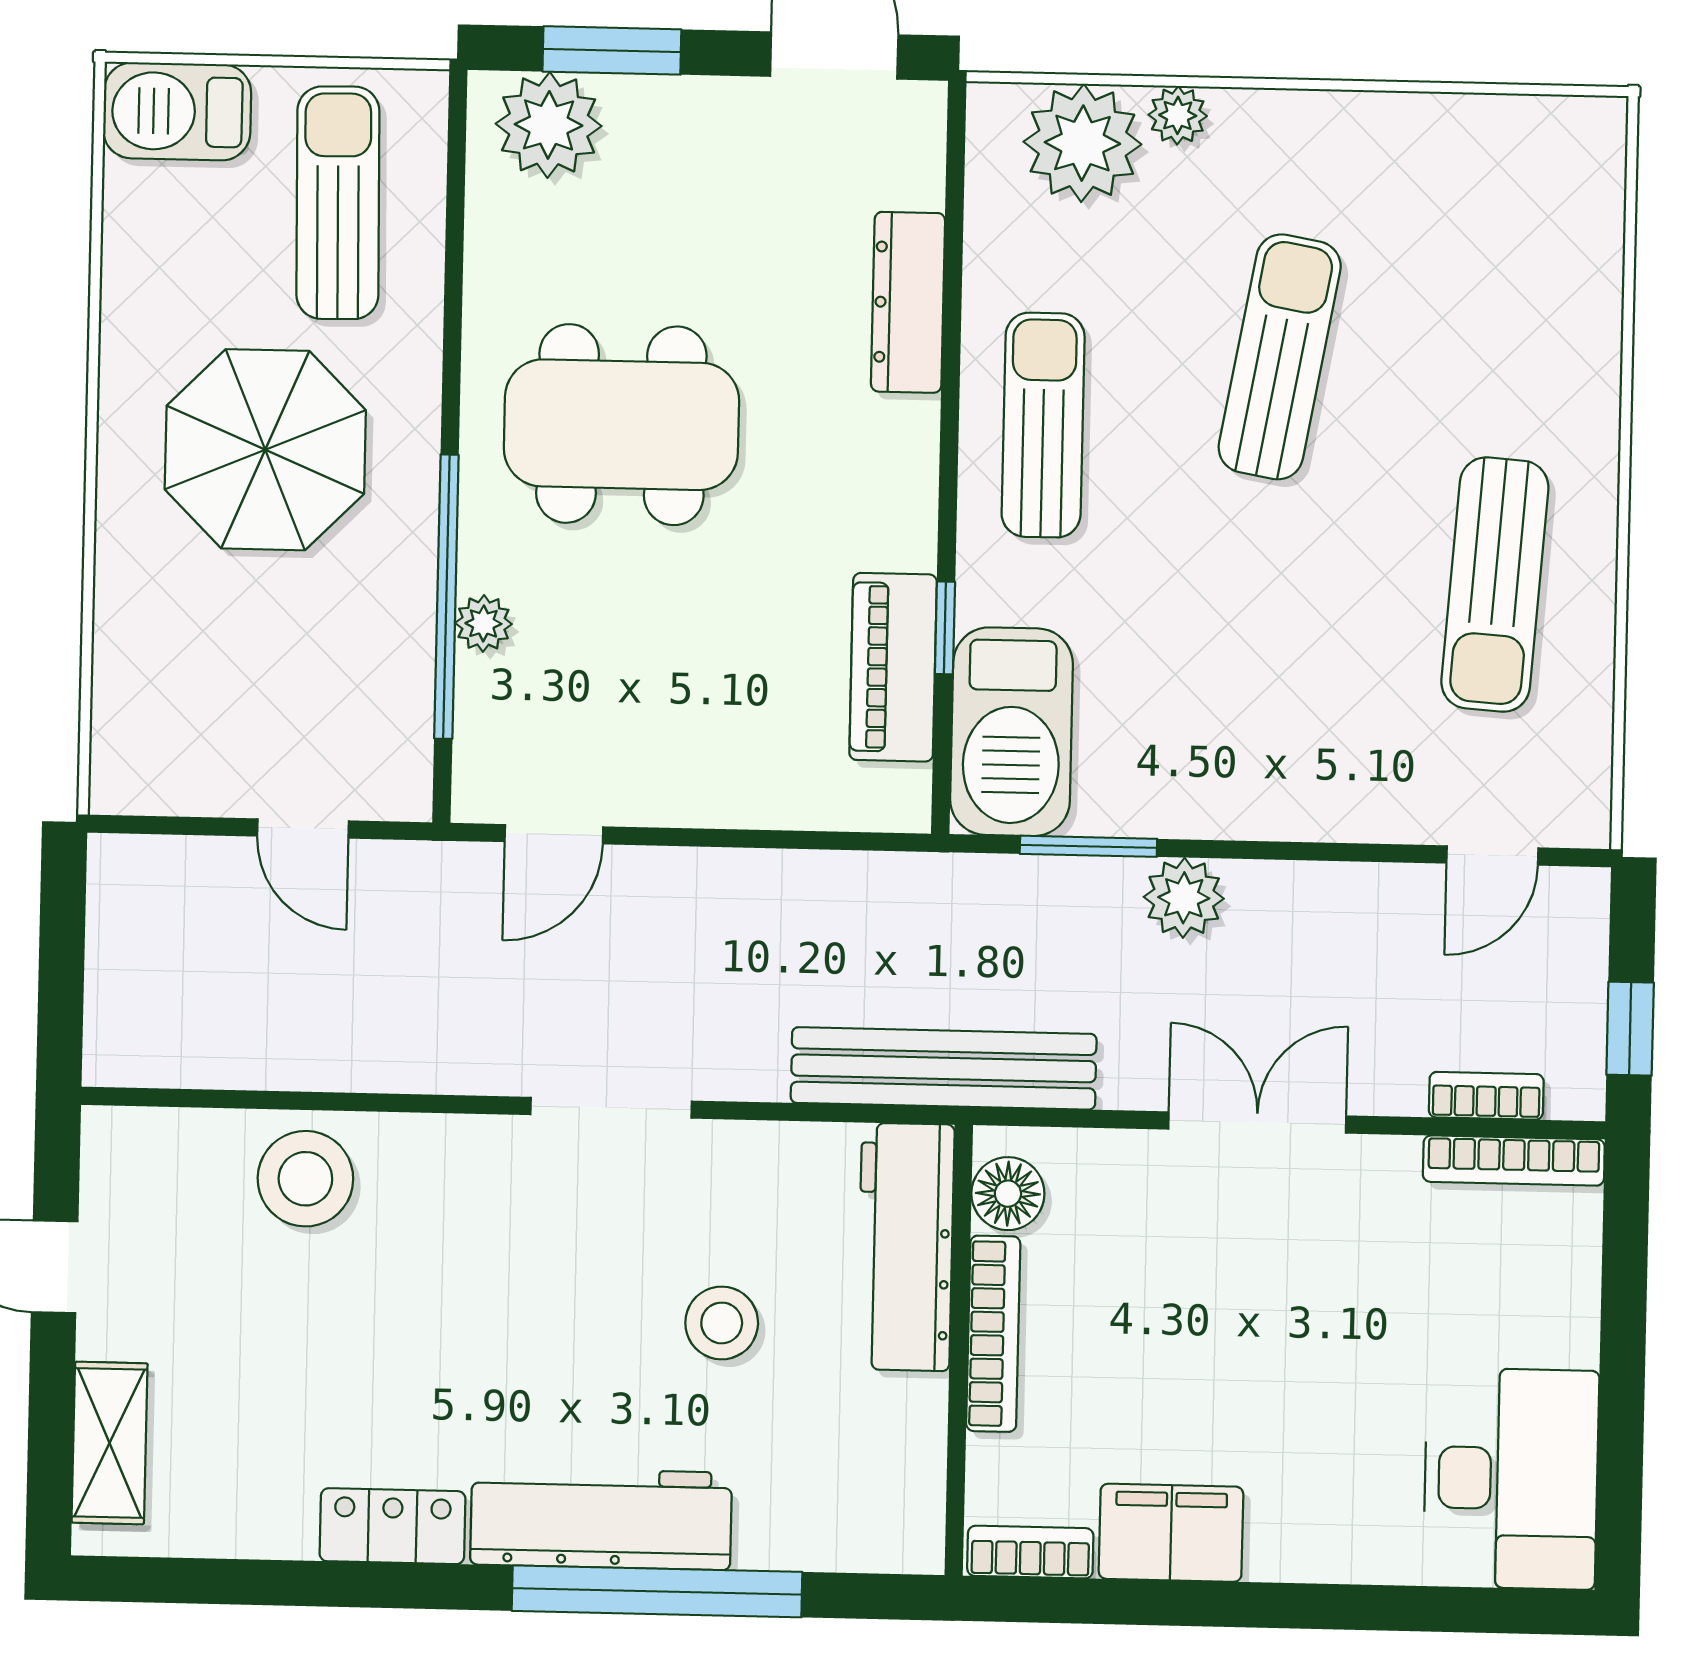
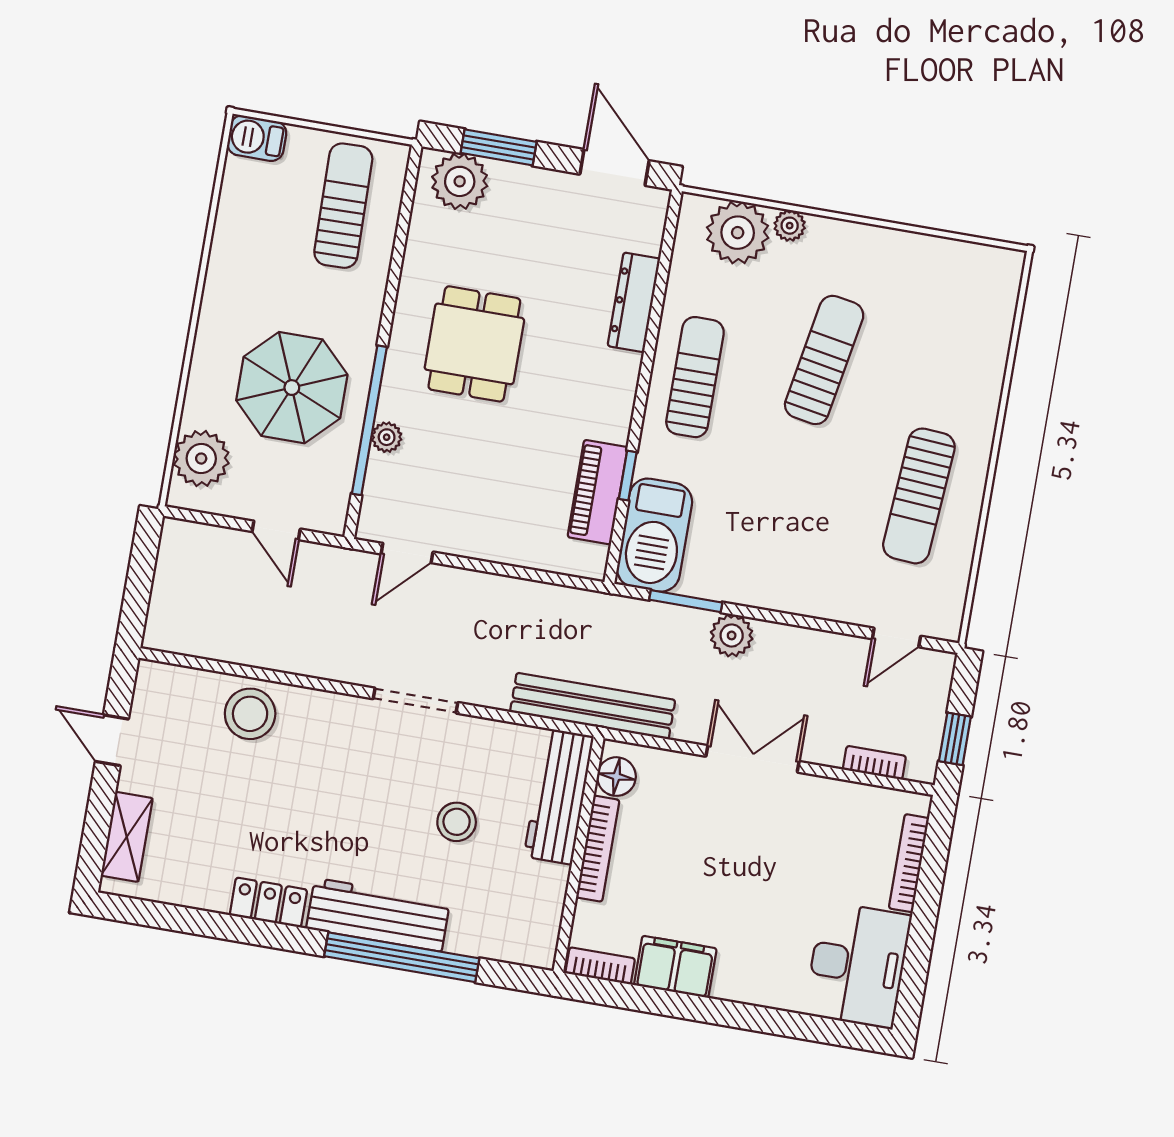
barbecue: (177, 111) -> (257, 138), width x0.73, depth x0.79
dining table: (621, 425) -> (474, 344), width x0.73
parasol: (265, 450) -> (292, 388), moved
plant: (143, 715) -> (201, 459), added
bookcase: (1514, 1161) -> (909, 863), moved, turned 90

